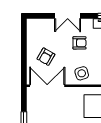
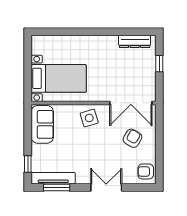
armchair: (79, 43) -> (146, 171), moved

